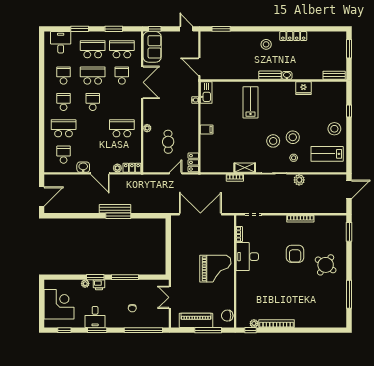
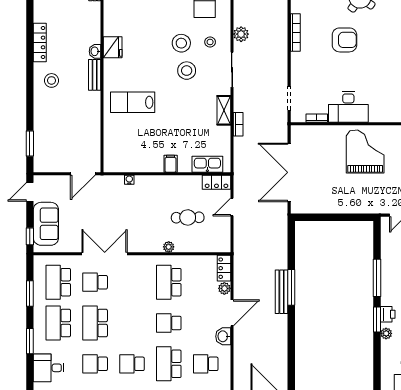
sofa: (152, 47) -> (46, 224), moved, turned 90
fridge: (303, 88) -> (113, 47), moved
kitchen sink: (206, 92) -> (207, 164), moved
school desk: (93, 102) -> (169, 323), moved
door: (176, 173) -> (232, 207), hinge flipped

